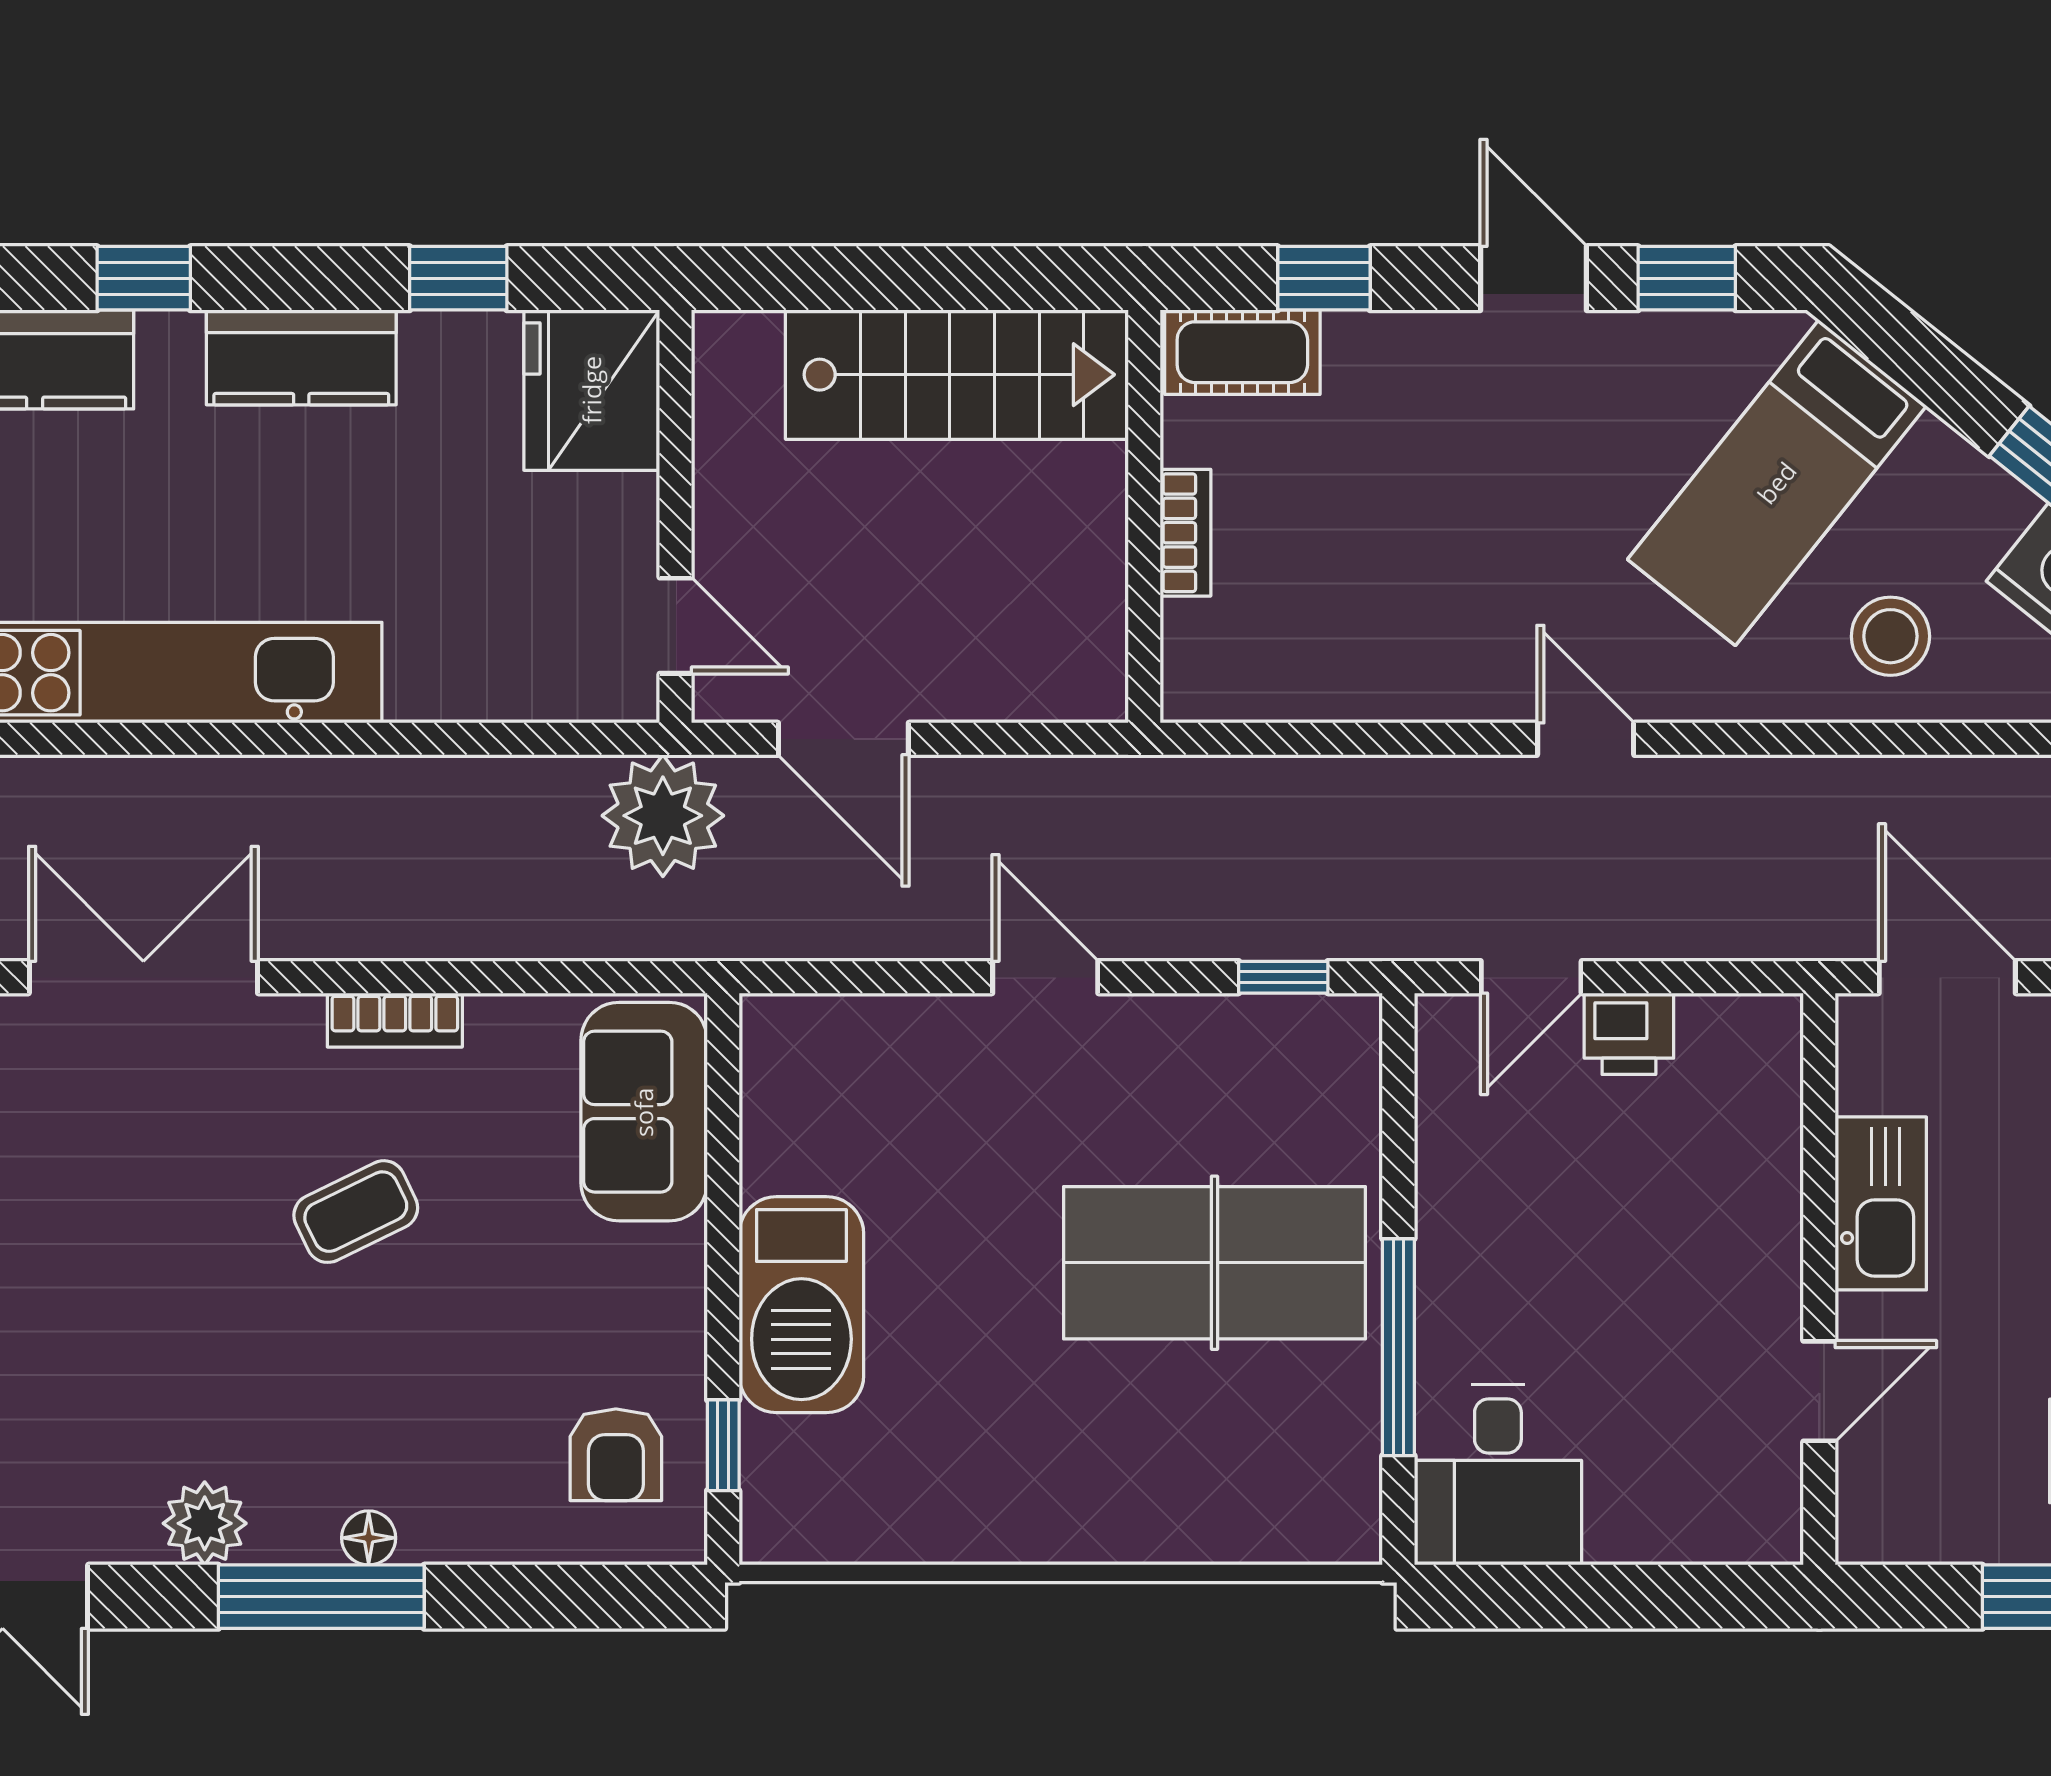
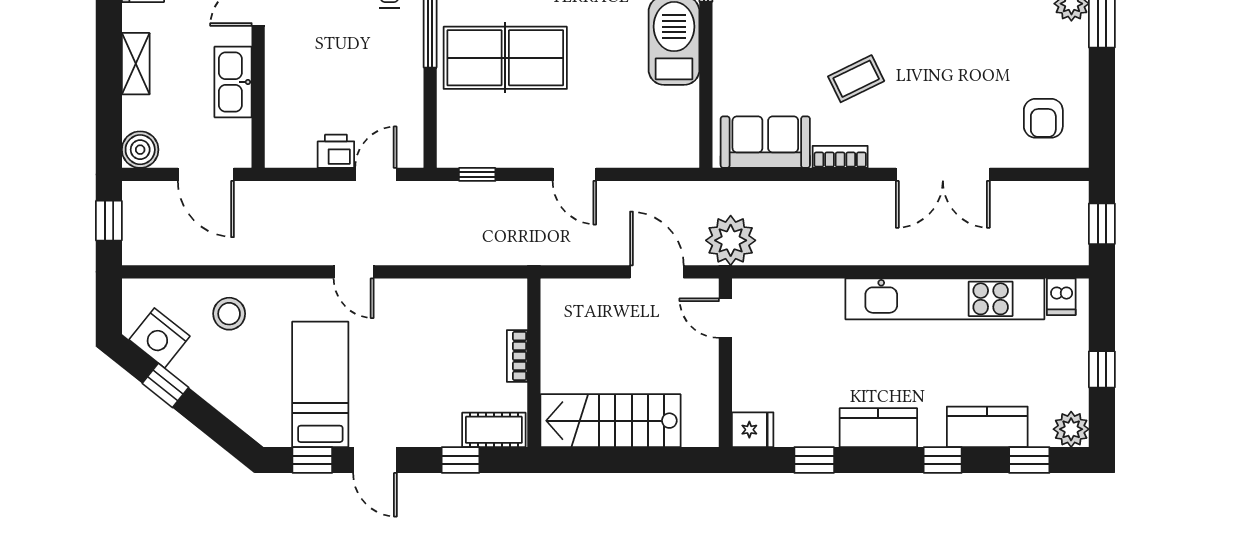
fridge: (592, 390) -> (753, 430), width x0.53, depth x0.75
bed: (1777, 483) -> (320, 384), moved, turned -39
sofa: (644, 1112) -> (765, 142), moved, turned -90

